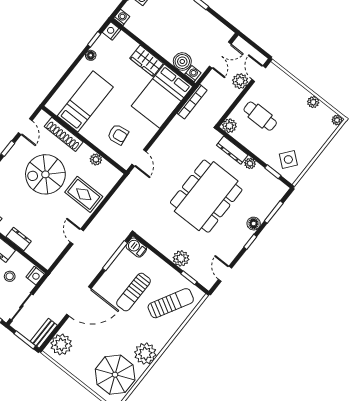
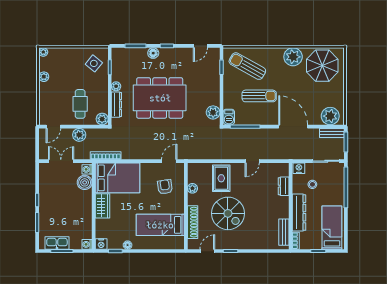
plant: (240, 81) -> (79, 135), moved
dresser: (19, 239) -> (284, 186), moved
plant: (181, 258) -> (213, 112), moved

